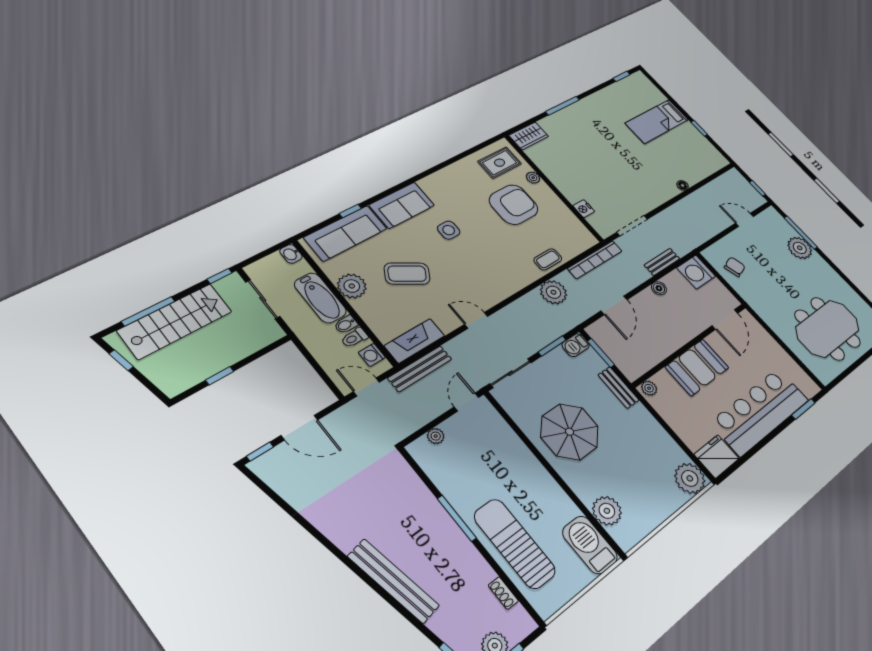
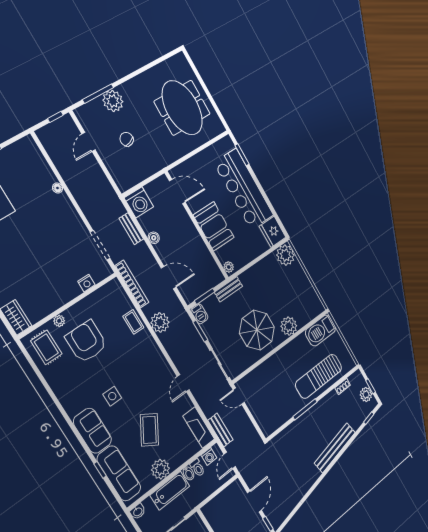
chair: (735, 267) -> (127, 139), moved
bench: (420, 369) -> (220, 430), width x0.73
plant: (436, 436) -> (259, 418), removed
plant: (607, 511) -> (289, 326), moved

